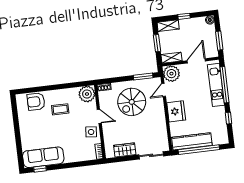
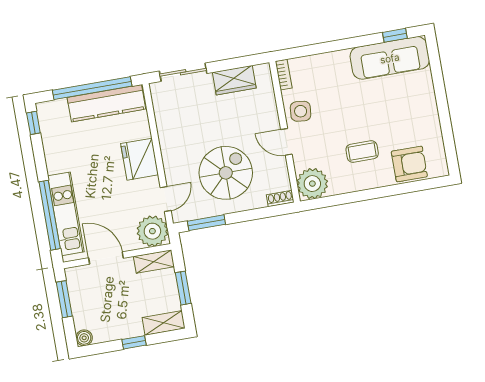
door: (196, 61) -> (106, 258), swing flipped
window: (229, 118) -> (33, 123), moved

